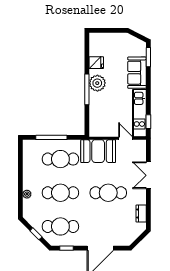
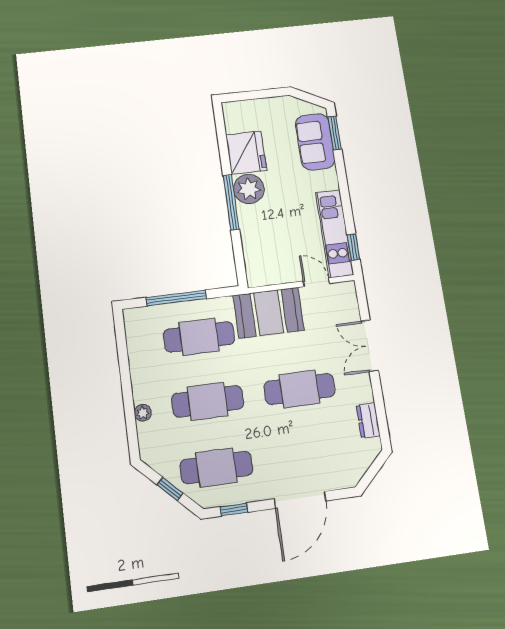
fridge: (96, 63) -> (246, 153), width x1.88, depth x1.34
sofa: (137, 73) -> (315, 142), moved

